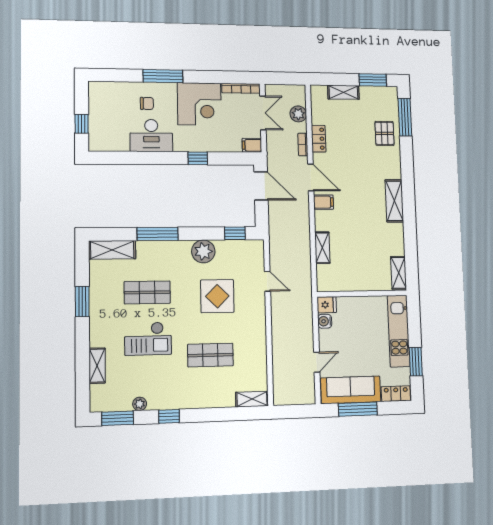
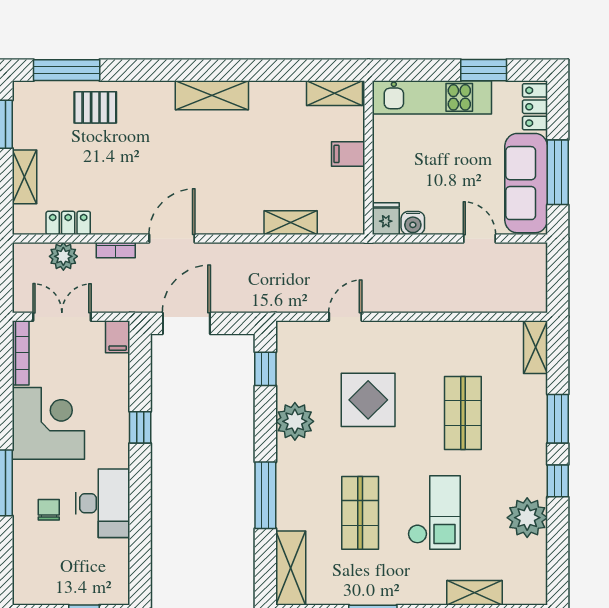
locker: (319, 139) -> (68, 223), moved
filing cabinet: (324, 202) -> (348, 154), moved, turned -90
plant: (140, 404) -> (527, 518), width x1.87, depth x1.87
window: (118, 418) -> (558, 419), moved

